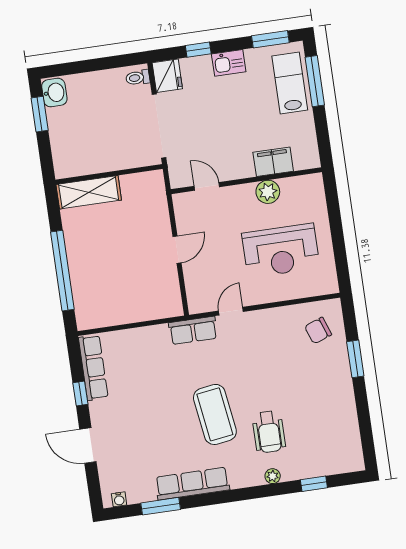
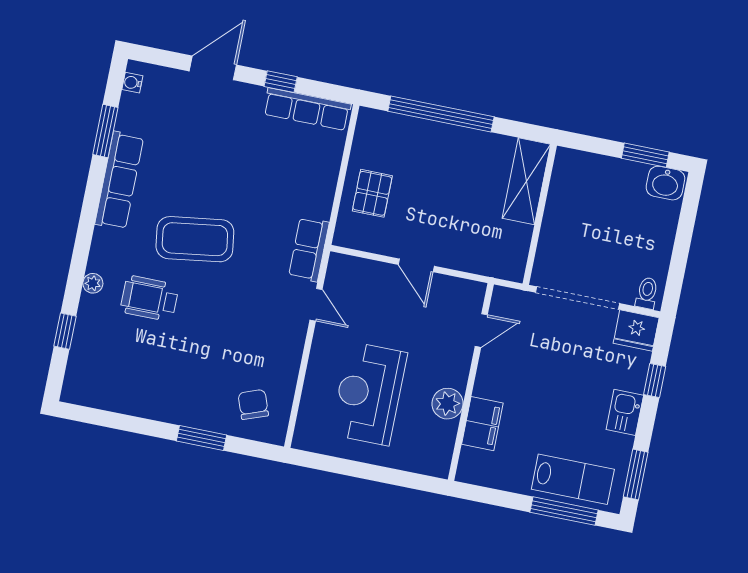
pallet: (137, 299) -> (372, 193), added

